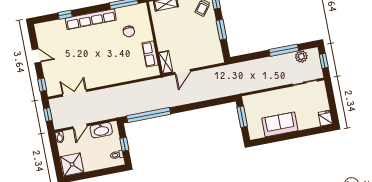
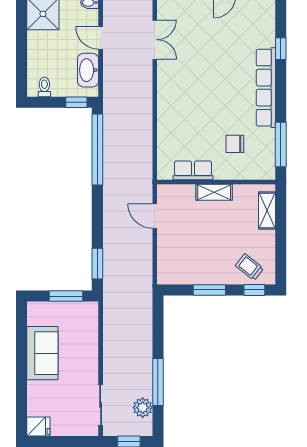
shelving: (166, 62) -> (214, 192), moved
window: (219, 101) -> (97, 264), added
window: (124, 144) -> (76, 102), moved

